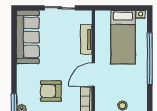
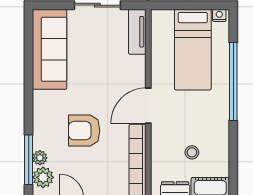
tv unit: (86, 39) -> (137, 32), moved

